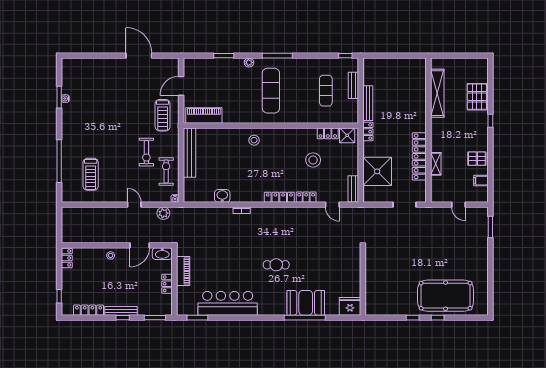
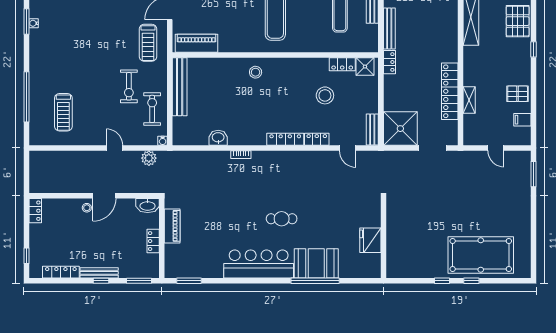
shower: (377, 171) -> (400, 129), moved
door: (140, 245) -> (104, 196), moved
bar counter: (228, 303) -> (259, 264), moved
fridge: (350, 306) -> (370, 240), moved, turned -90

